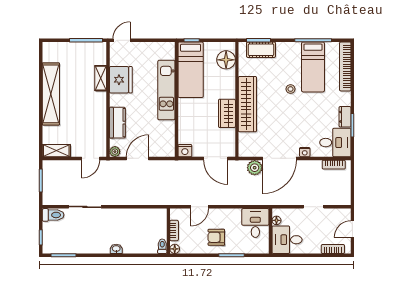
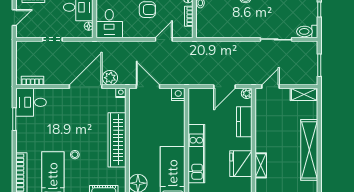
wardrobe: (227, 113) -> (137, 131), removed
dresser: (345, 117) -> (22, 128), removed
nightstand: (305, 152) -> (121, 93), moved

